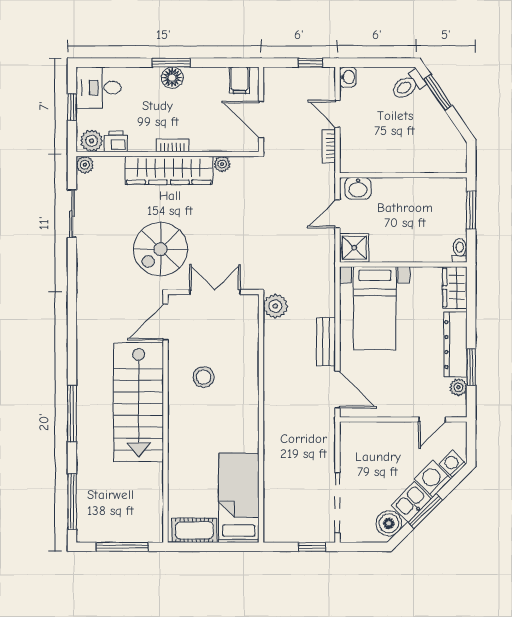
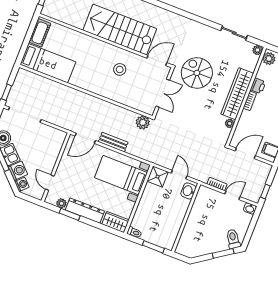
printer: (116, 141) -> (258, 86), moved
door: (165, 322) -> (157, 60), hinge flipped

